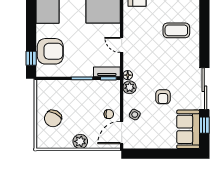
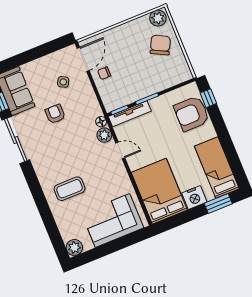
tv unit: (107, 72) -> (130, 114), width x1.41
plant: (130, 87) -> (104, 135), moved
side table: (135, 115) -> (63, 82), moved
plant: (80, 141) -> (158, 18), moved

